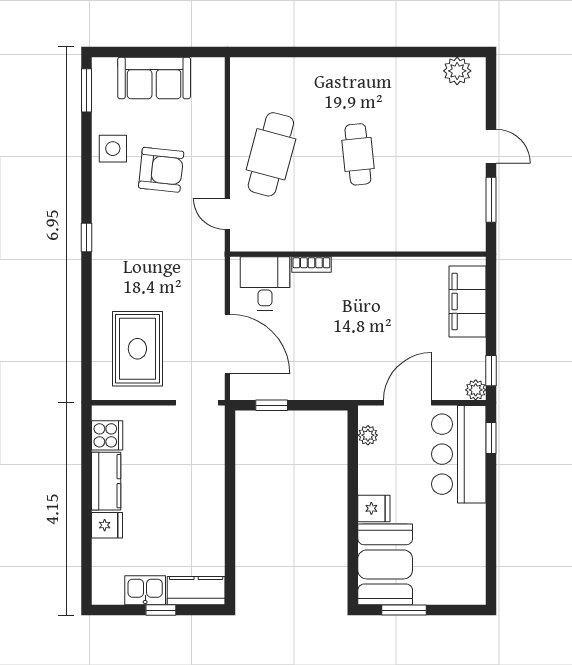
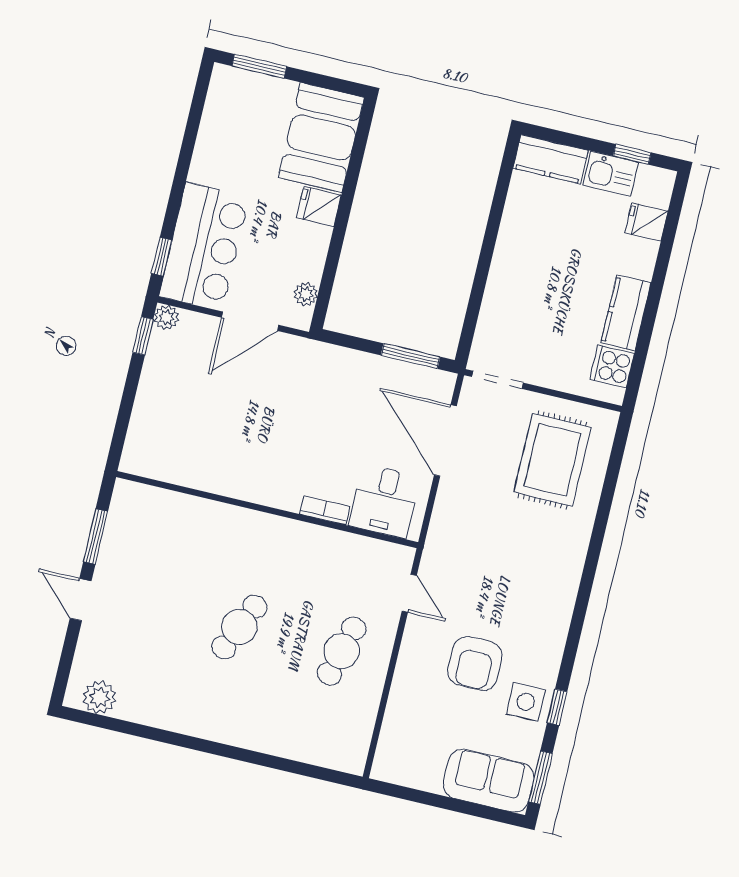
sofa: (154, 78) -> (489, 781), moved
cafe table: (271, 154) -> (342, 651), width x0.73, depth x0.74
cafe table: (358, 154) -> (239, 627), turned 30
armchair: (161, 170) -> (475, 663), turned -96
window: (87, 237) -> (557, 707), moved
filing cabinet: (468, 302) -> (151, 424), removed
window: (272, 405) -> (411, 356), width x1.50
fridge: (107, 525) -> (646, 222), moved
window: (161, 610) -> (632, 154), moved
window: (404, 610) -> (259, 66), moved

